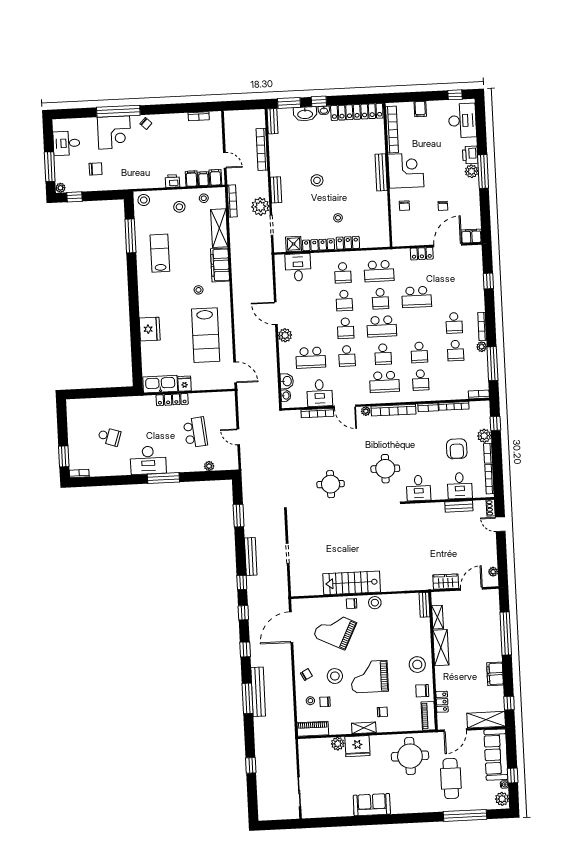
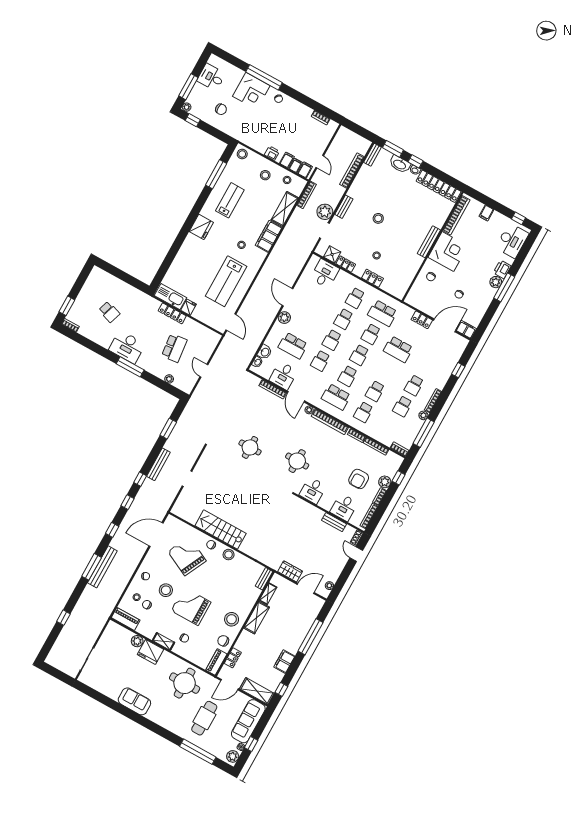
locker: (319, 245) -> (346, 264), width x0.66
school desk: (382, 326) -> (359, 355), width x0.54
fridge: (150, 329) -> (201, 227), moved

